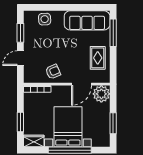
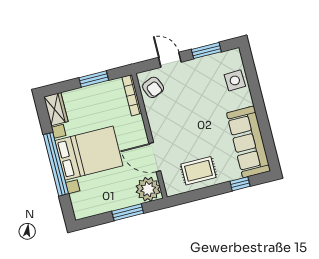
window: (113, 33) -> (240, 184), width x0.46
armchair: (53, 72) -> (153, 87), moved
window: (20, 122) -> (94, 79), moved
window: (113, 123) -> (128, 212), moved

